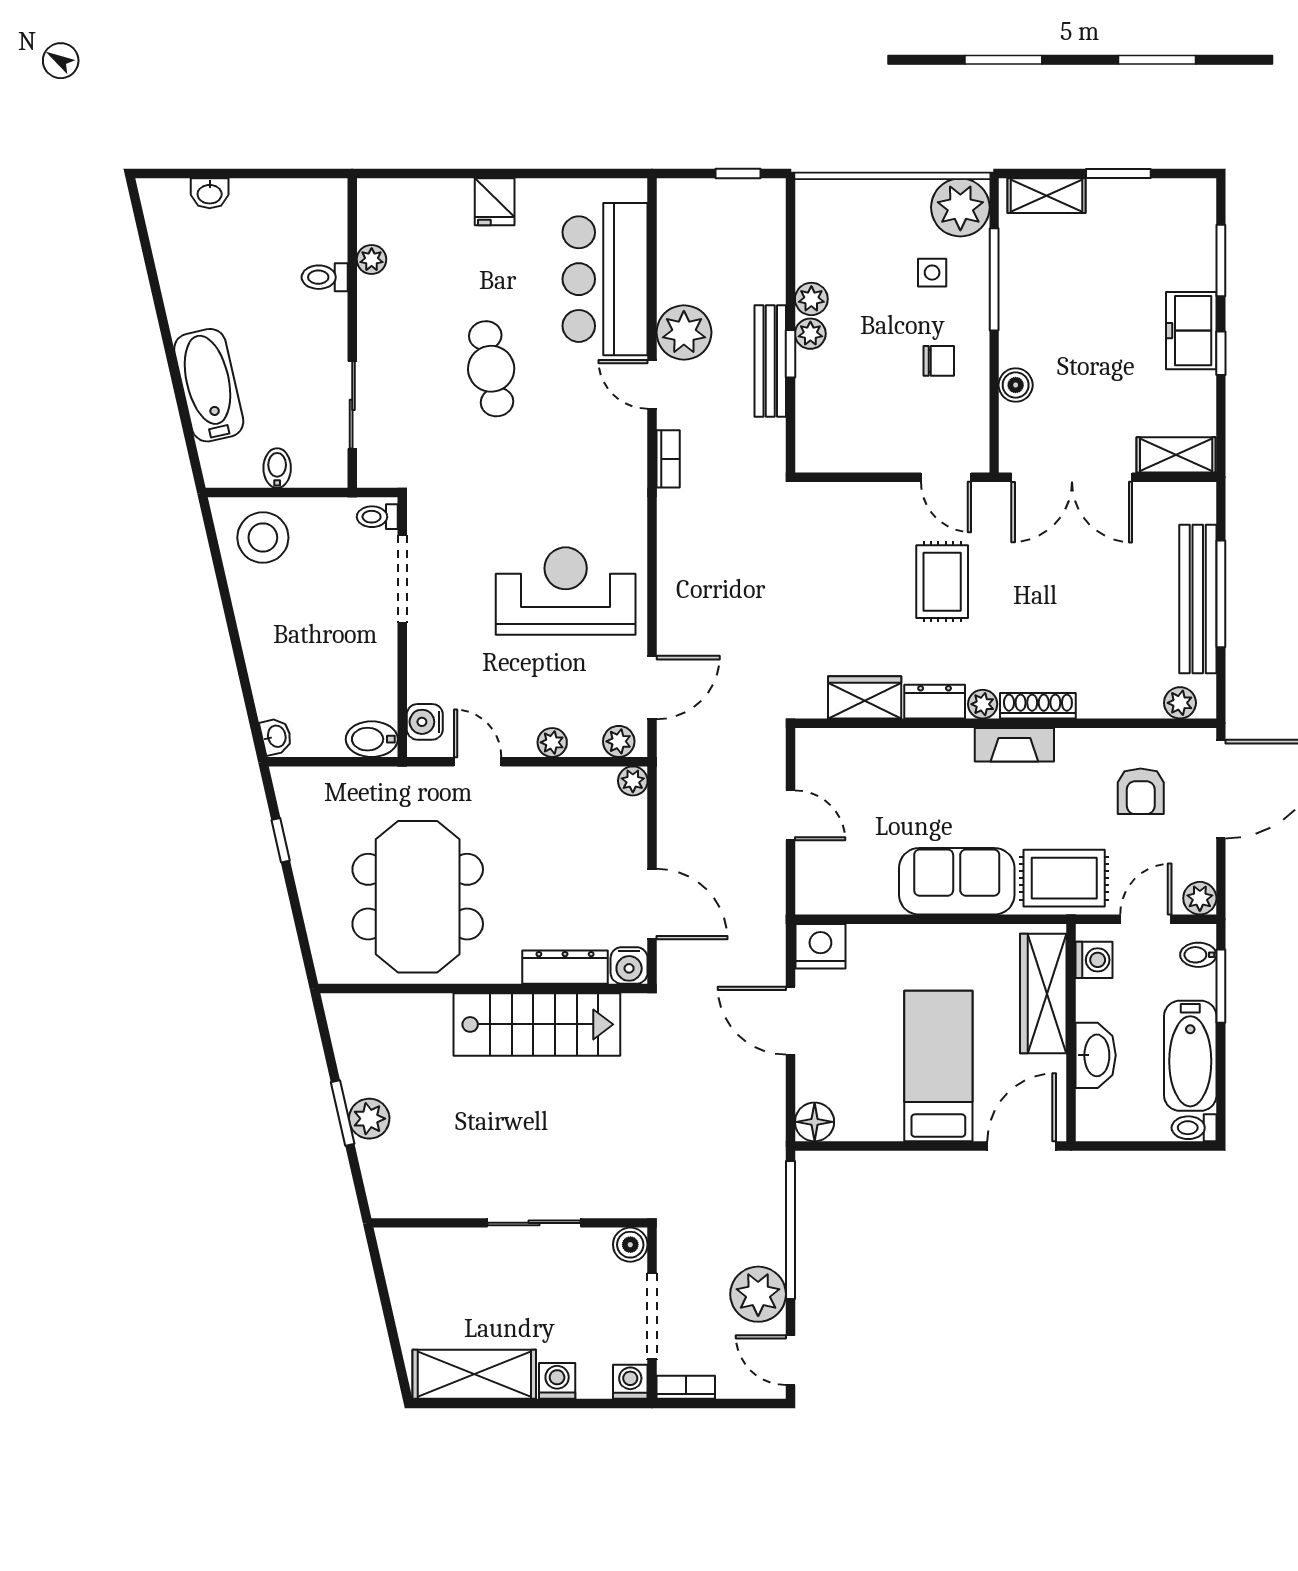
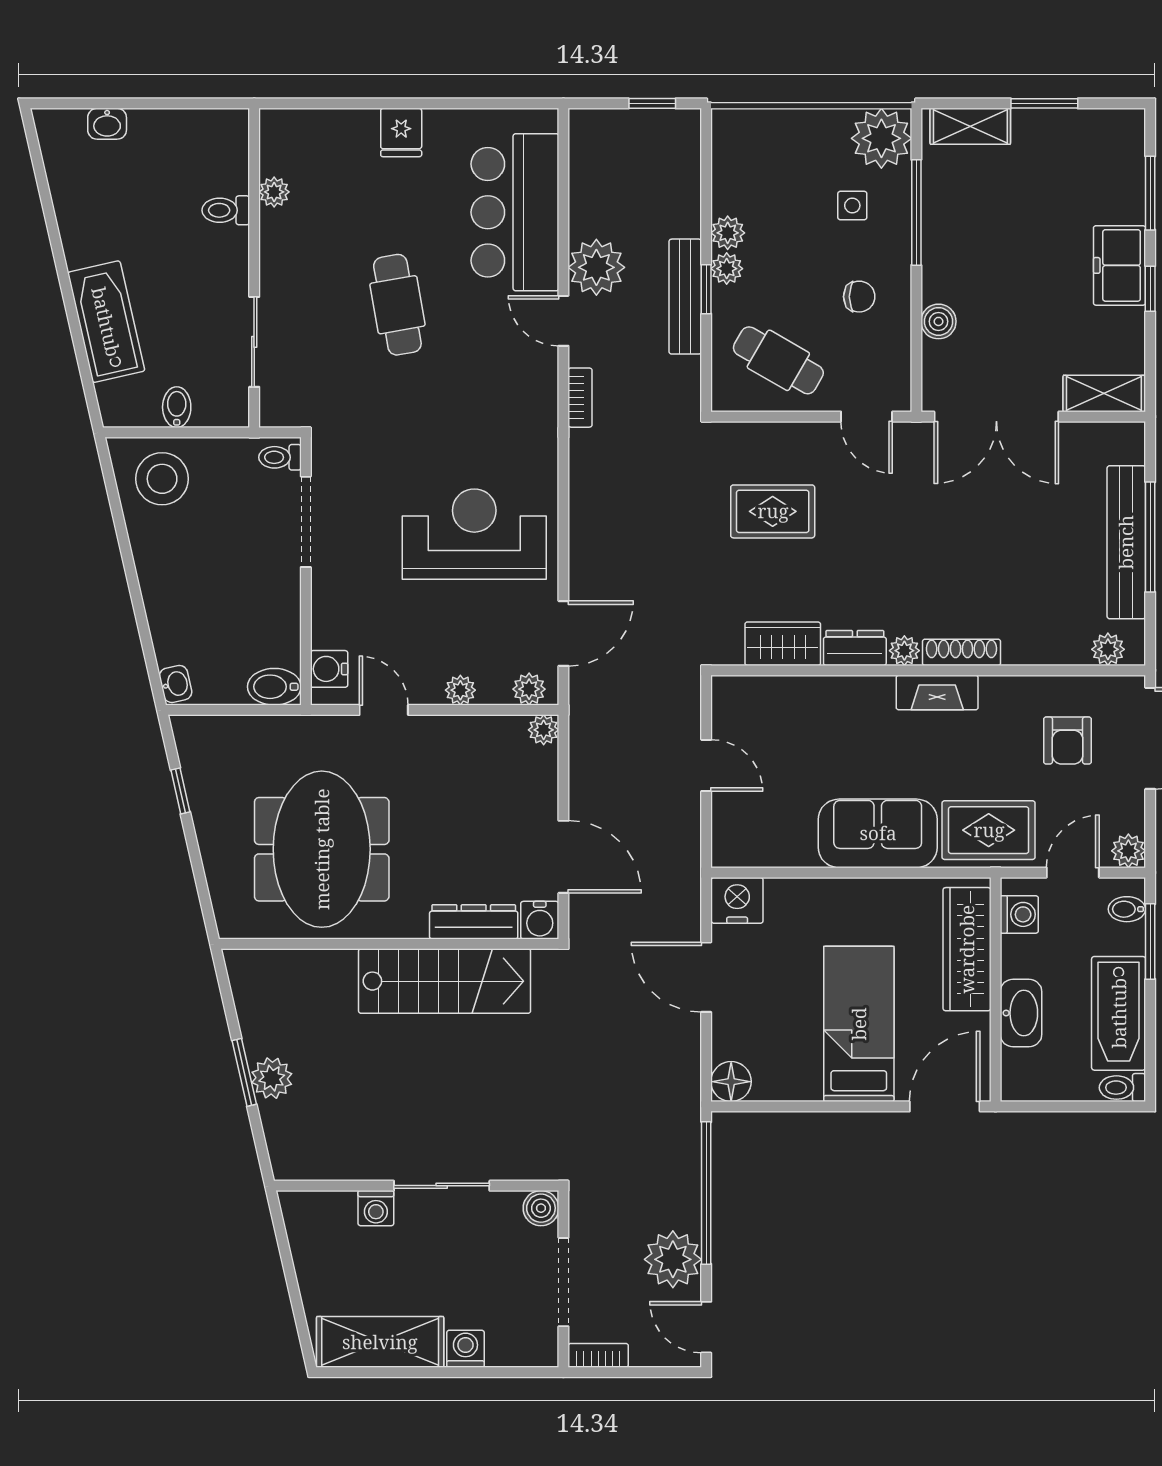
cafe table: (860, 423) -> (778, 360), added
rug: (942, 582) -> (773, 511), moved, turned 90
washing machine: (630, 1382) -> (376, 1208), moved, turned 180

